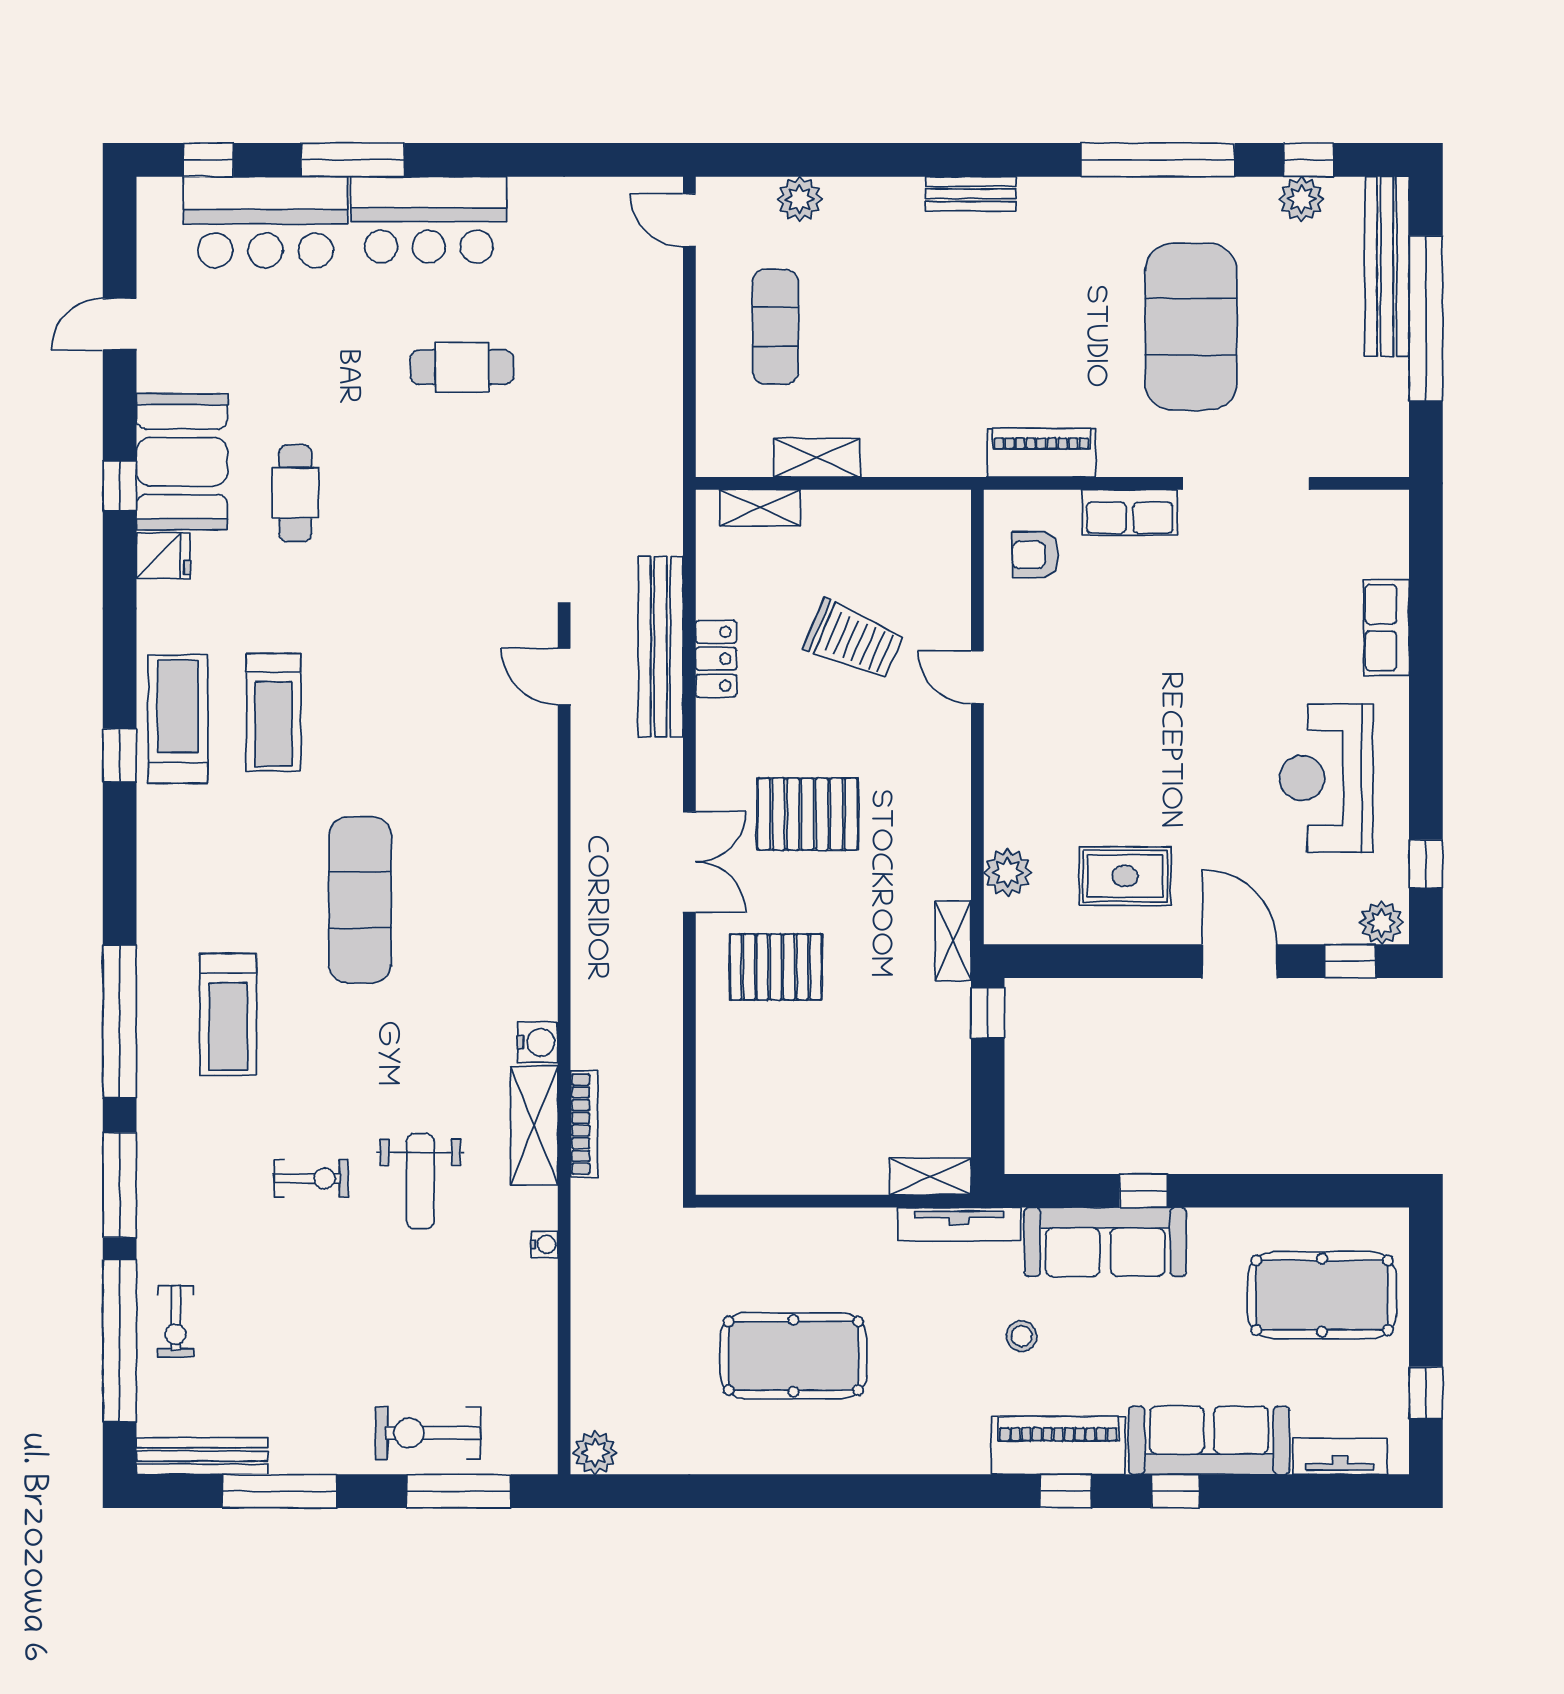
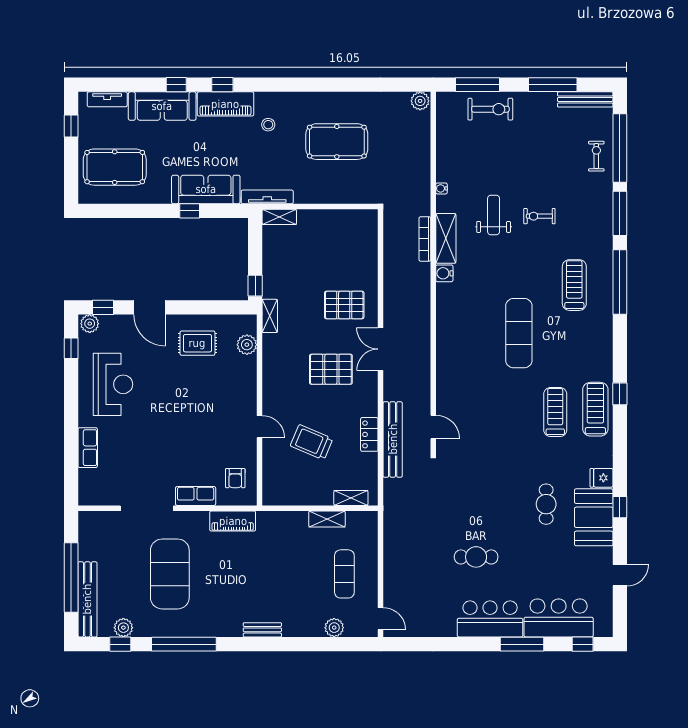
armchair: (1035, 555) -> (235, 478), turned 90
treadmill: (178, 719) -> (595, 409), turned 180
stool: (1022, 1336) -> (268, 125), moved

